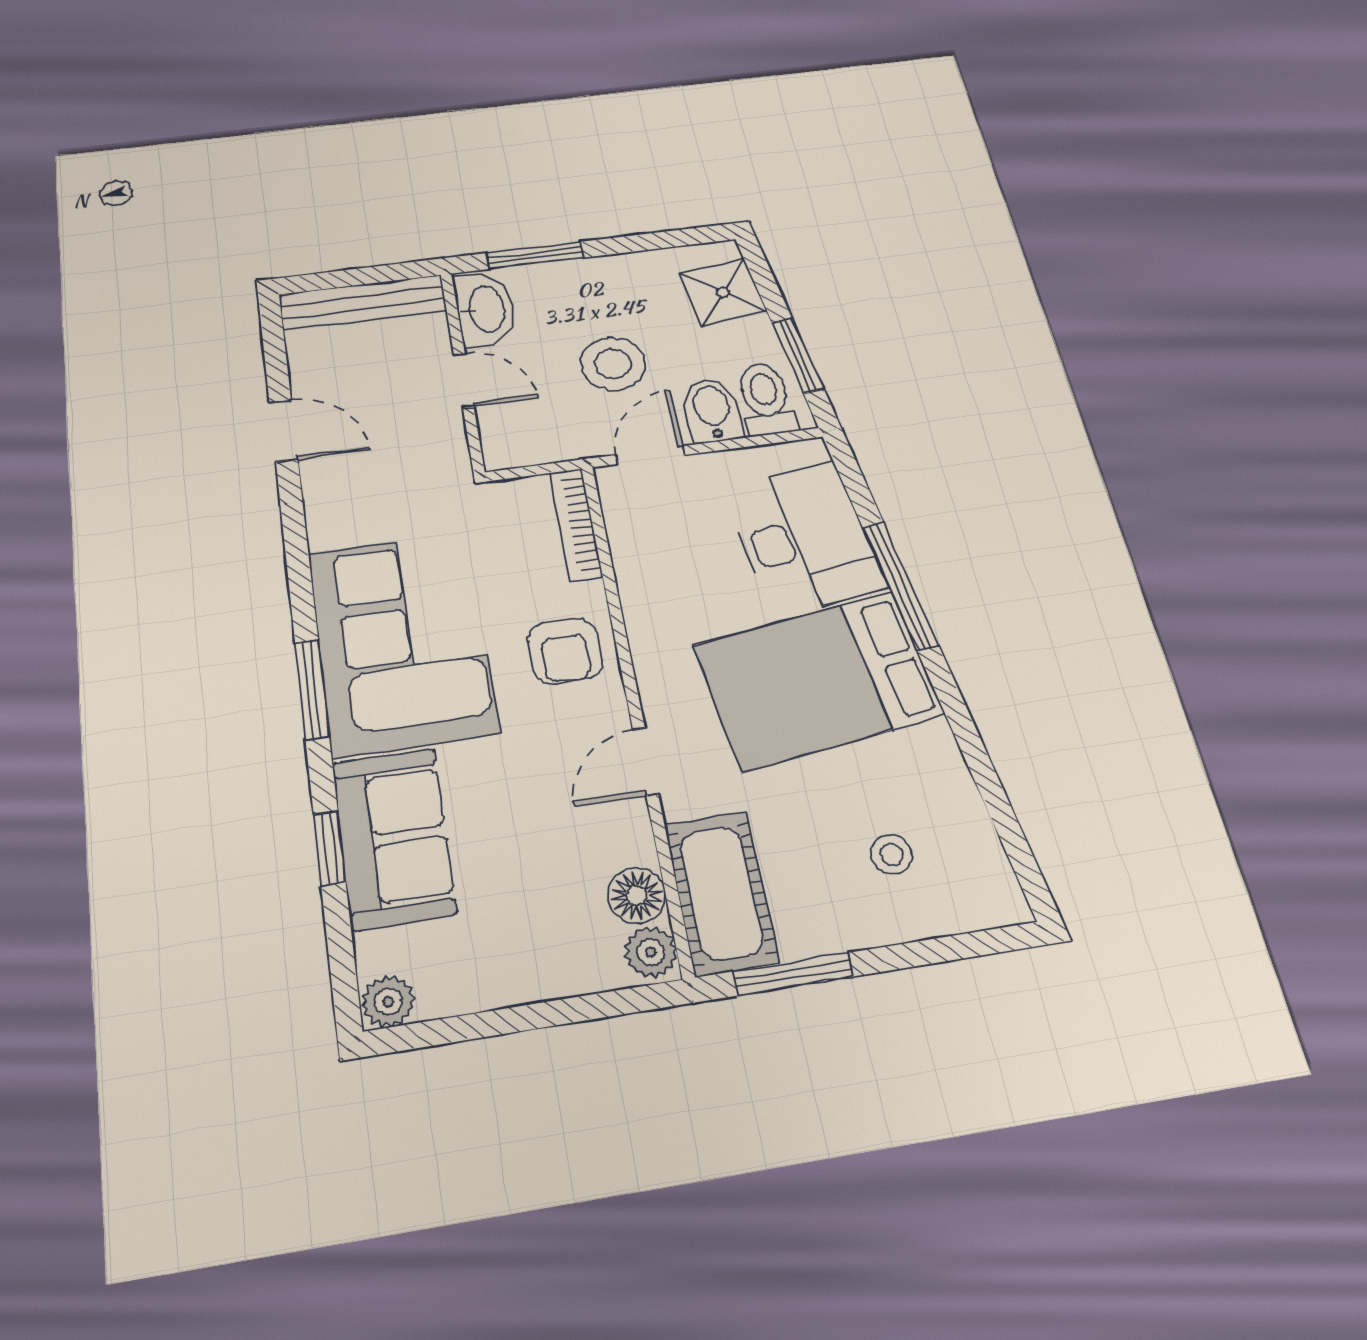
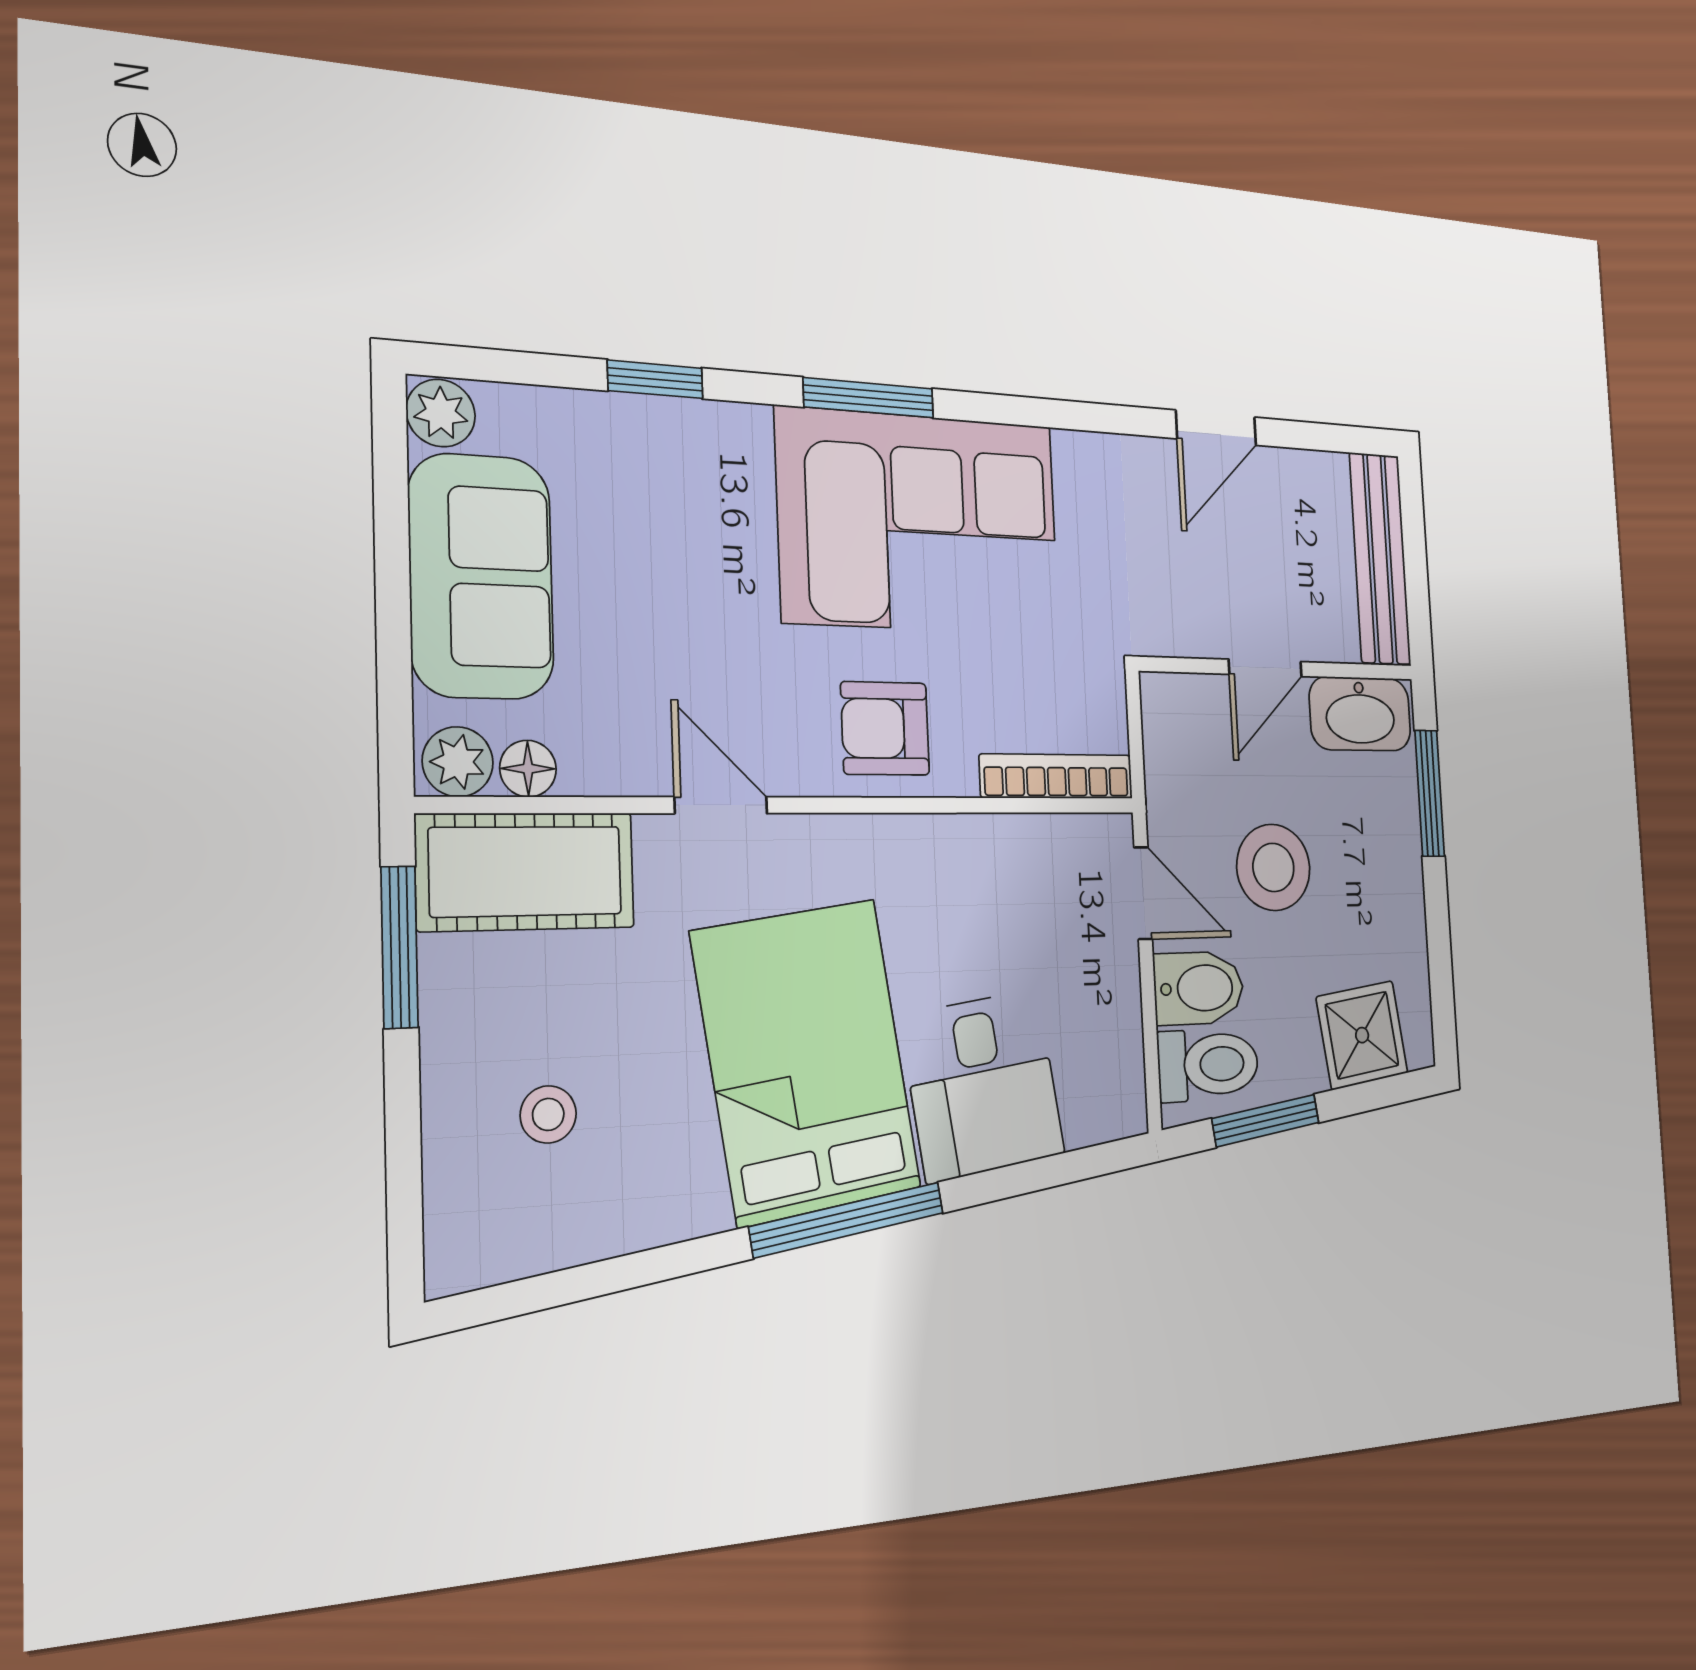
desk: (804, 538) -> (983, 1085), width x0.73
window: (900, 586) -> (847, 1220), moved
sofa: (394, 838) -> (481, 576), moved, turned -90
floor lamp: (637, 895) -> (528, 769), width x0.73, depth x0.73

